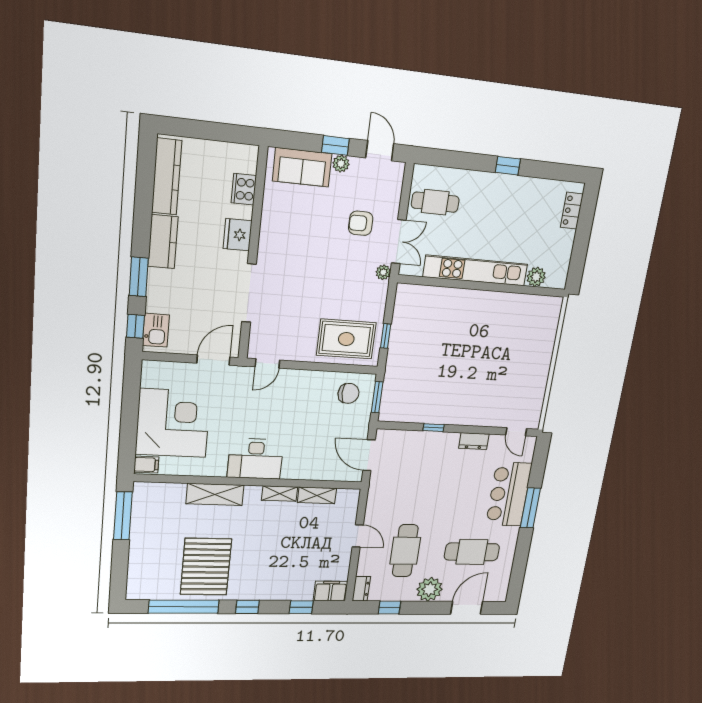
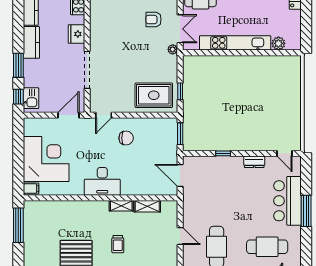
chair: (348, 393) -> (126, 138), moved
shelving: (215, 494) -> (78, 208), removed
trolley: (269, 545) -> (118, 244), added

